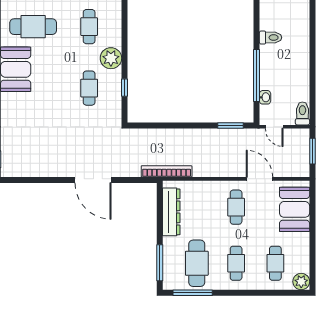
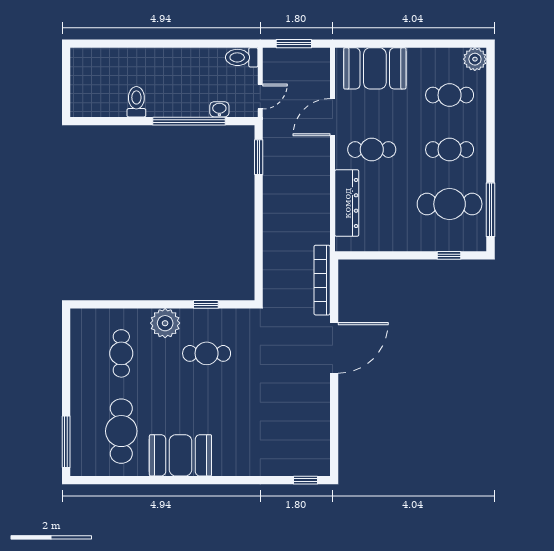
cafe table: (89, 27) -> (121, 353), turned 90
bookcase: (167, 171) -> (322, 280), moved
dresser: (171, 212) -> (347, 203), moved, turned 90
window: (160, 263) -> (449, 255), width x0.46

